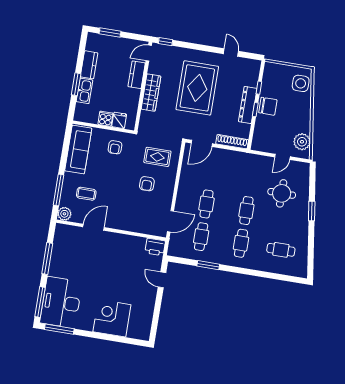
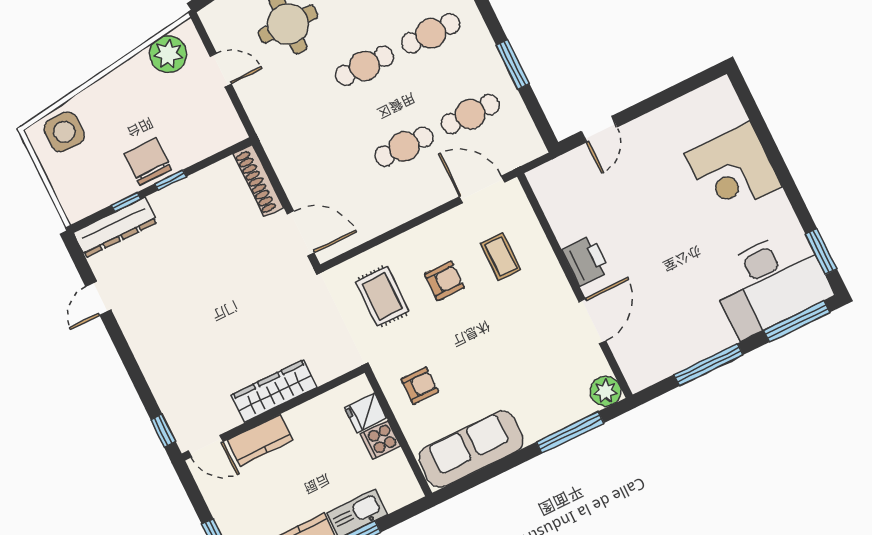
rug: (197, 88) -> (206, 313), removed
dresser: (248, 105) -> (115, 227), moved
coffee table: (86, 194) -> (501, 257), moved
door: (93, 227) -> (592, 321), swing flipped
printer: (155, 247) -> (586, 261), moved
window: (59, 329) -> (821, 252), width x0.69

